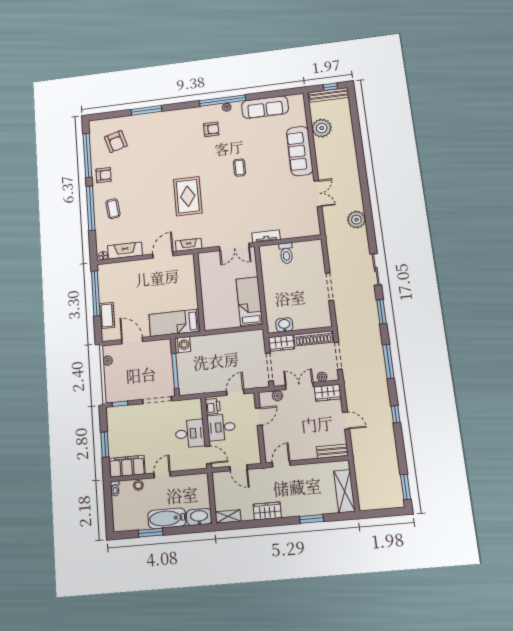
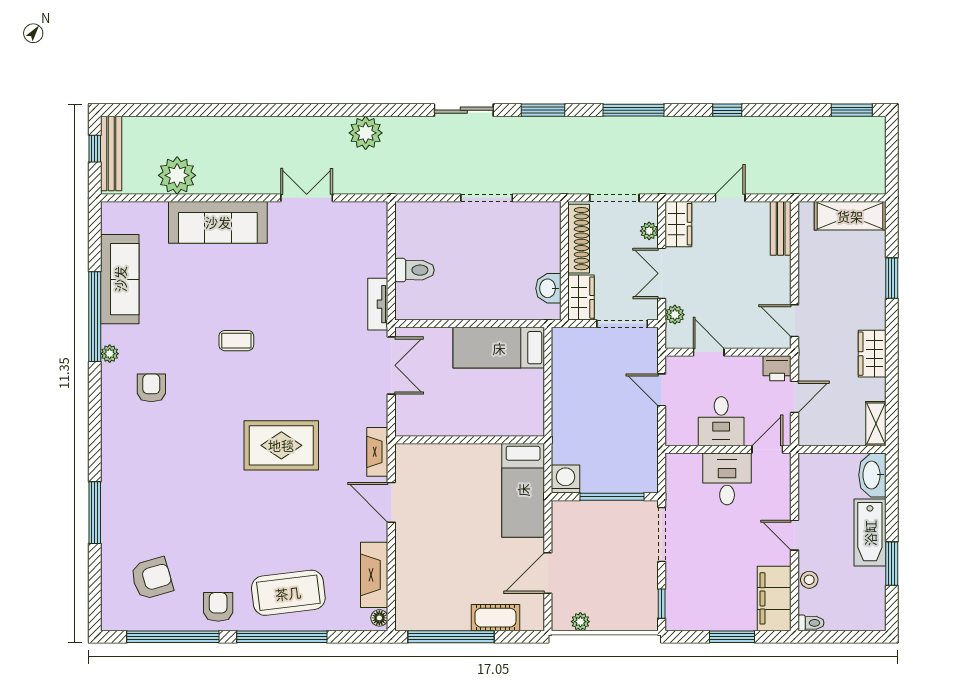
window: (222, 101) -> (95, 317), moved
coffee table: (113, 209) -> (288, 593), width x1.86, depth x1.72
printer: (213, 406) -> (777, 368), moved, turned 180

